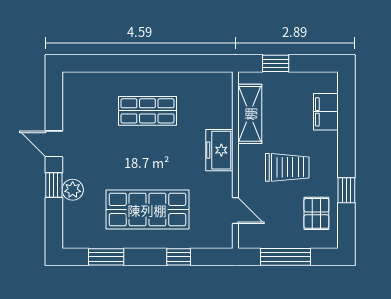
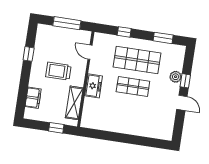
shop shelf: (147, 111) -> (133, 86), moved
pallet: (316, 213) -> (47, 44), removed

